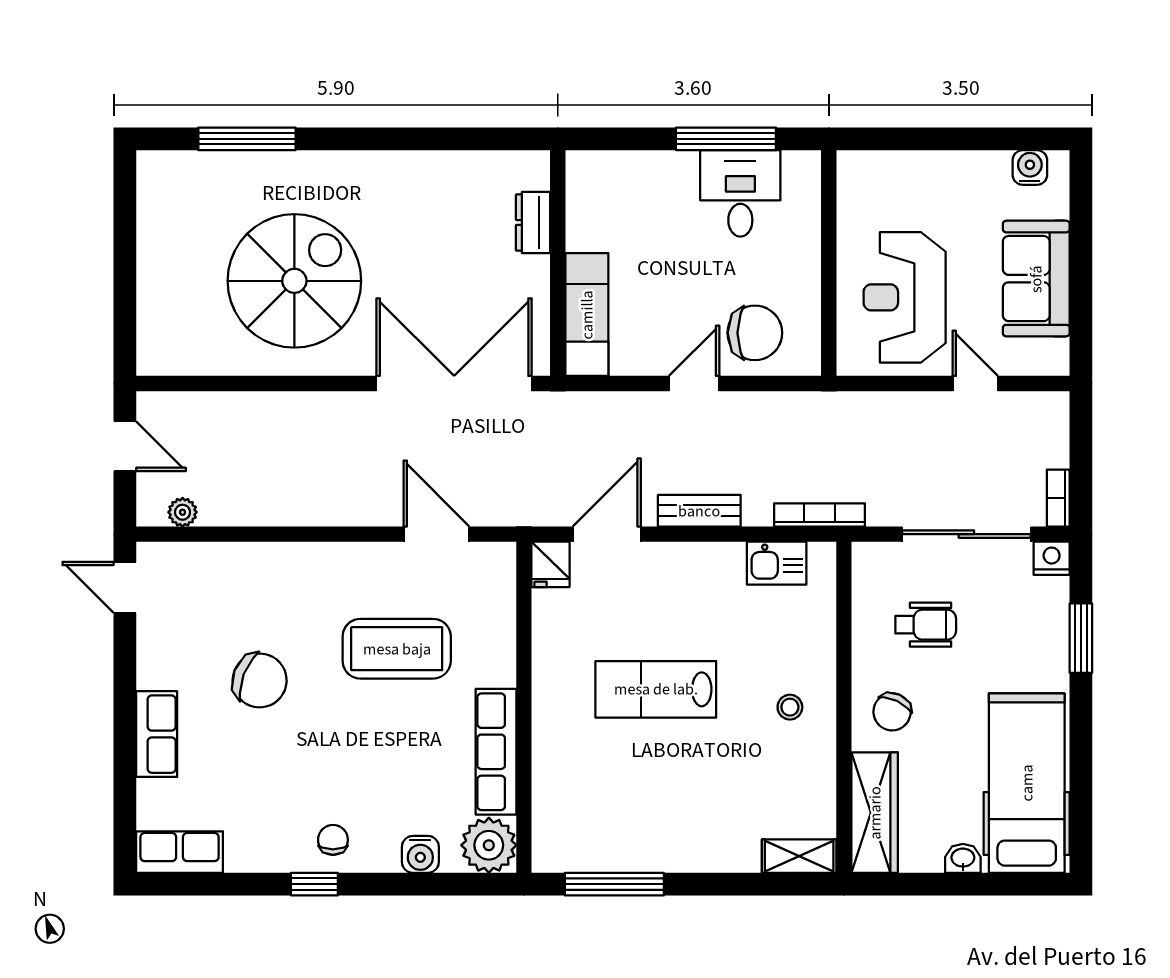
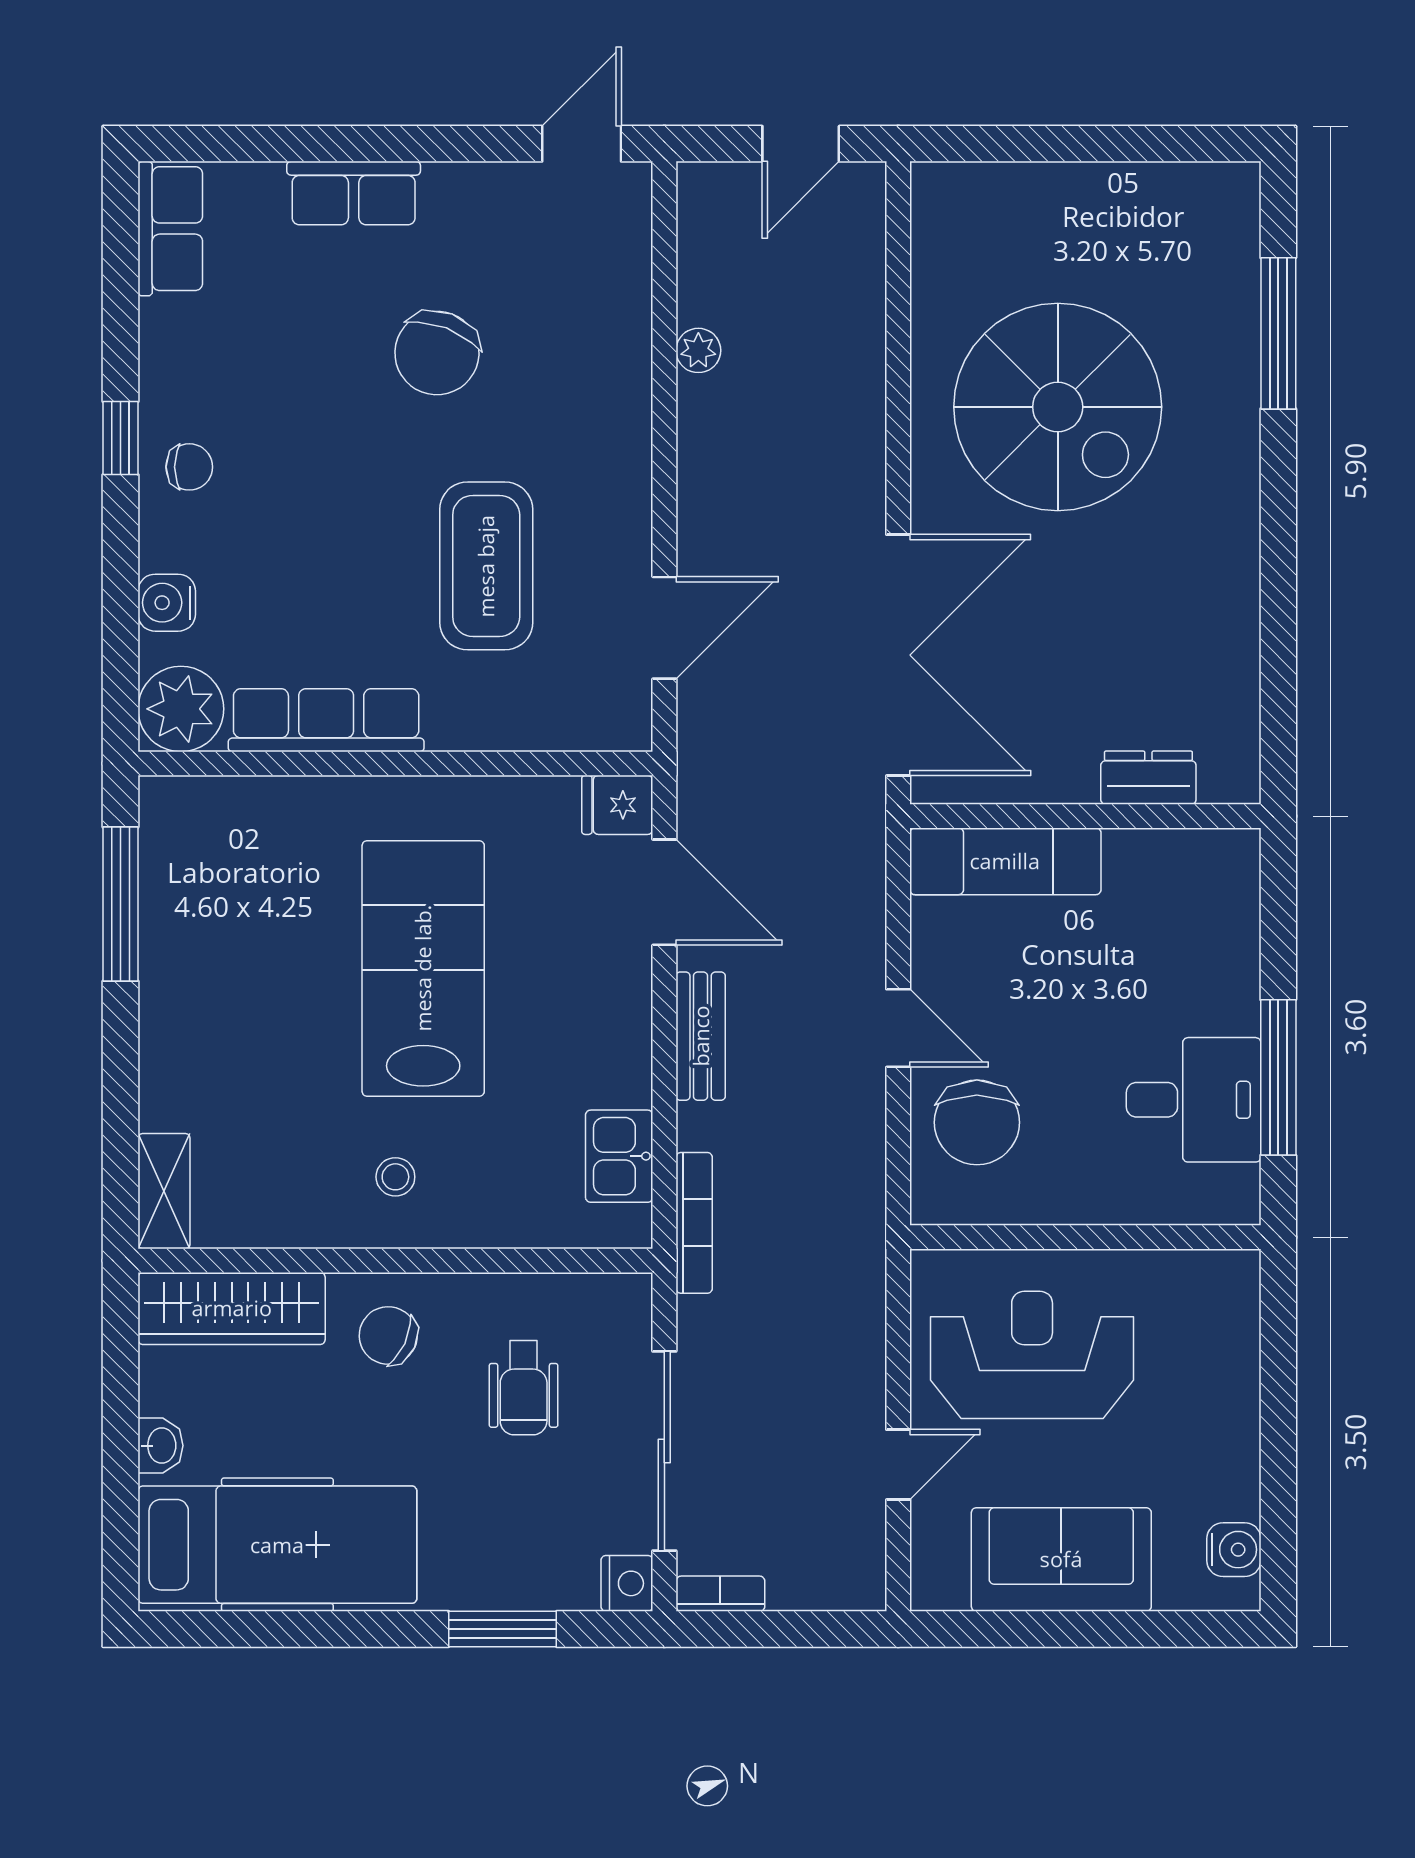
plant: (183, 512) -> (698, 350), moved
lab bench: (656, 689) -> (423, 968), width x1.36, depth x1.39

